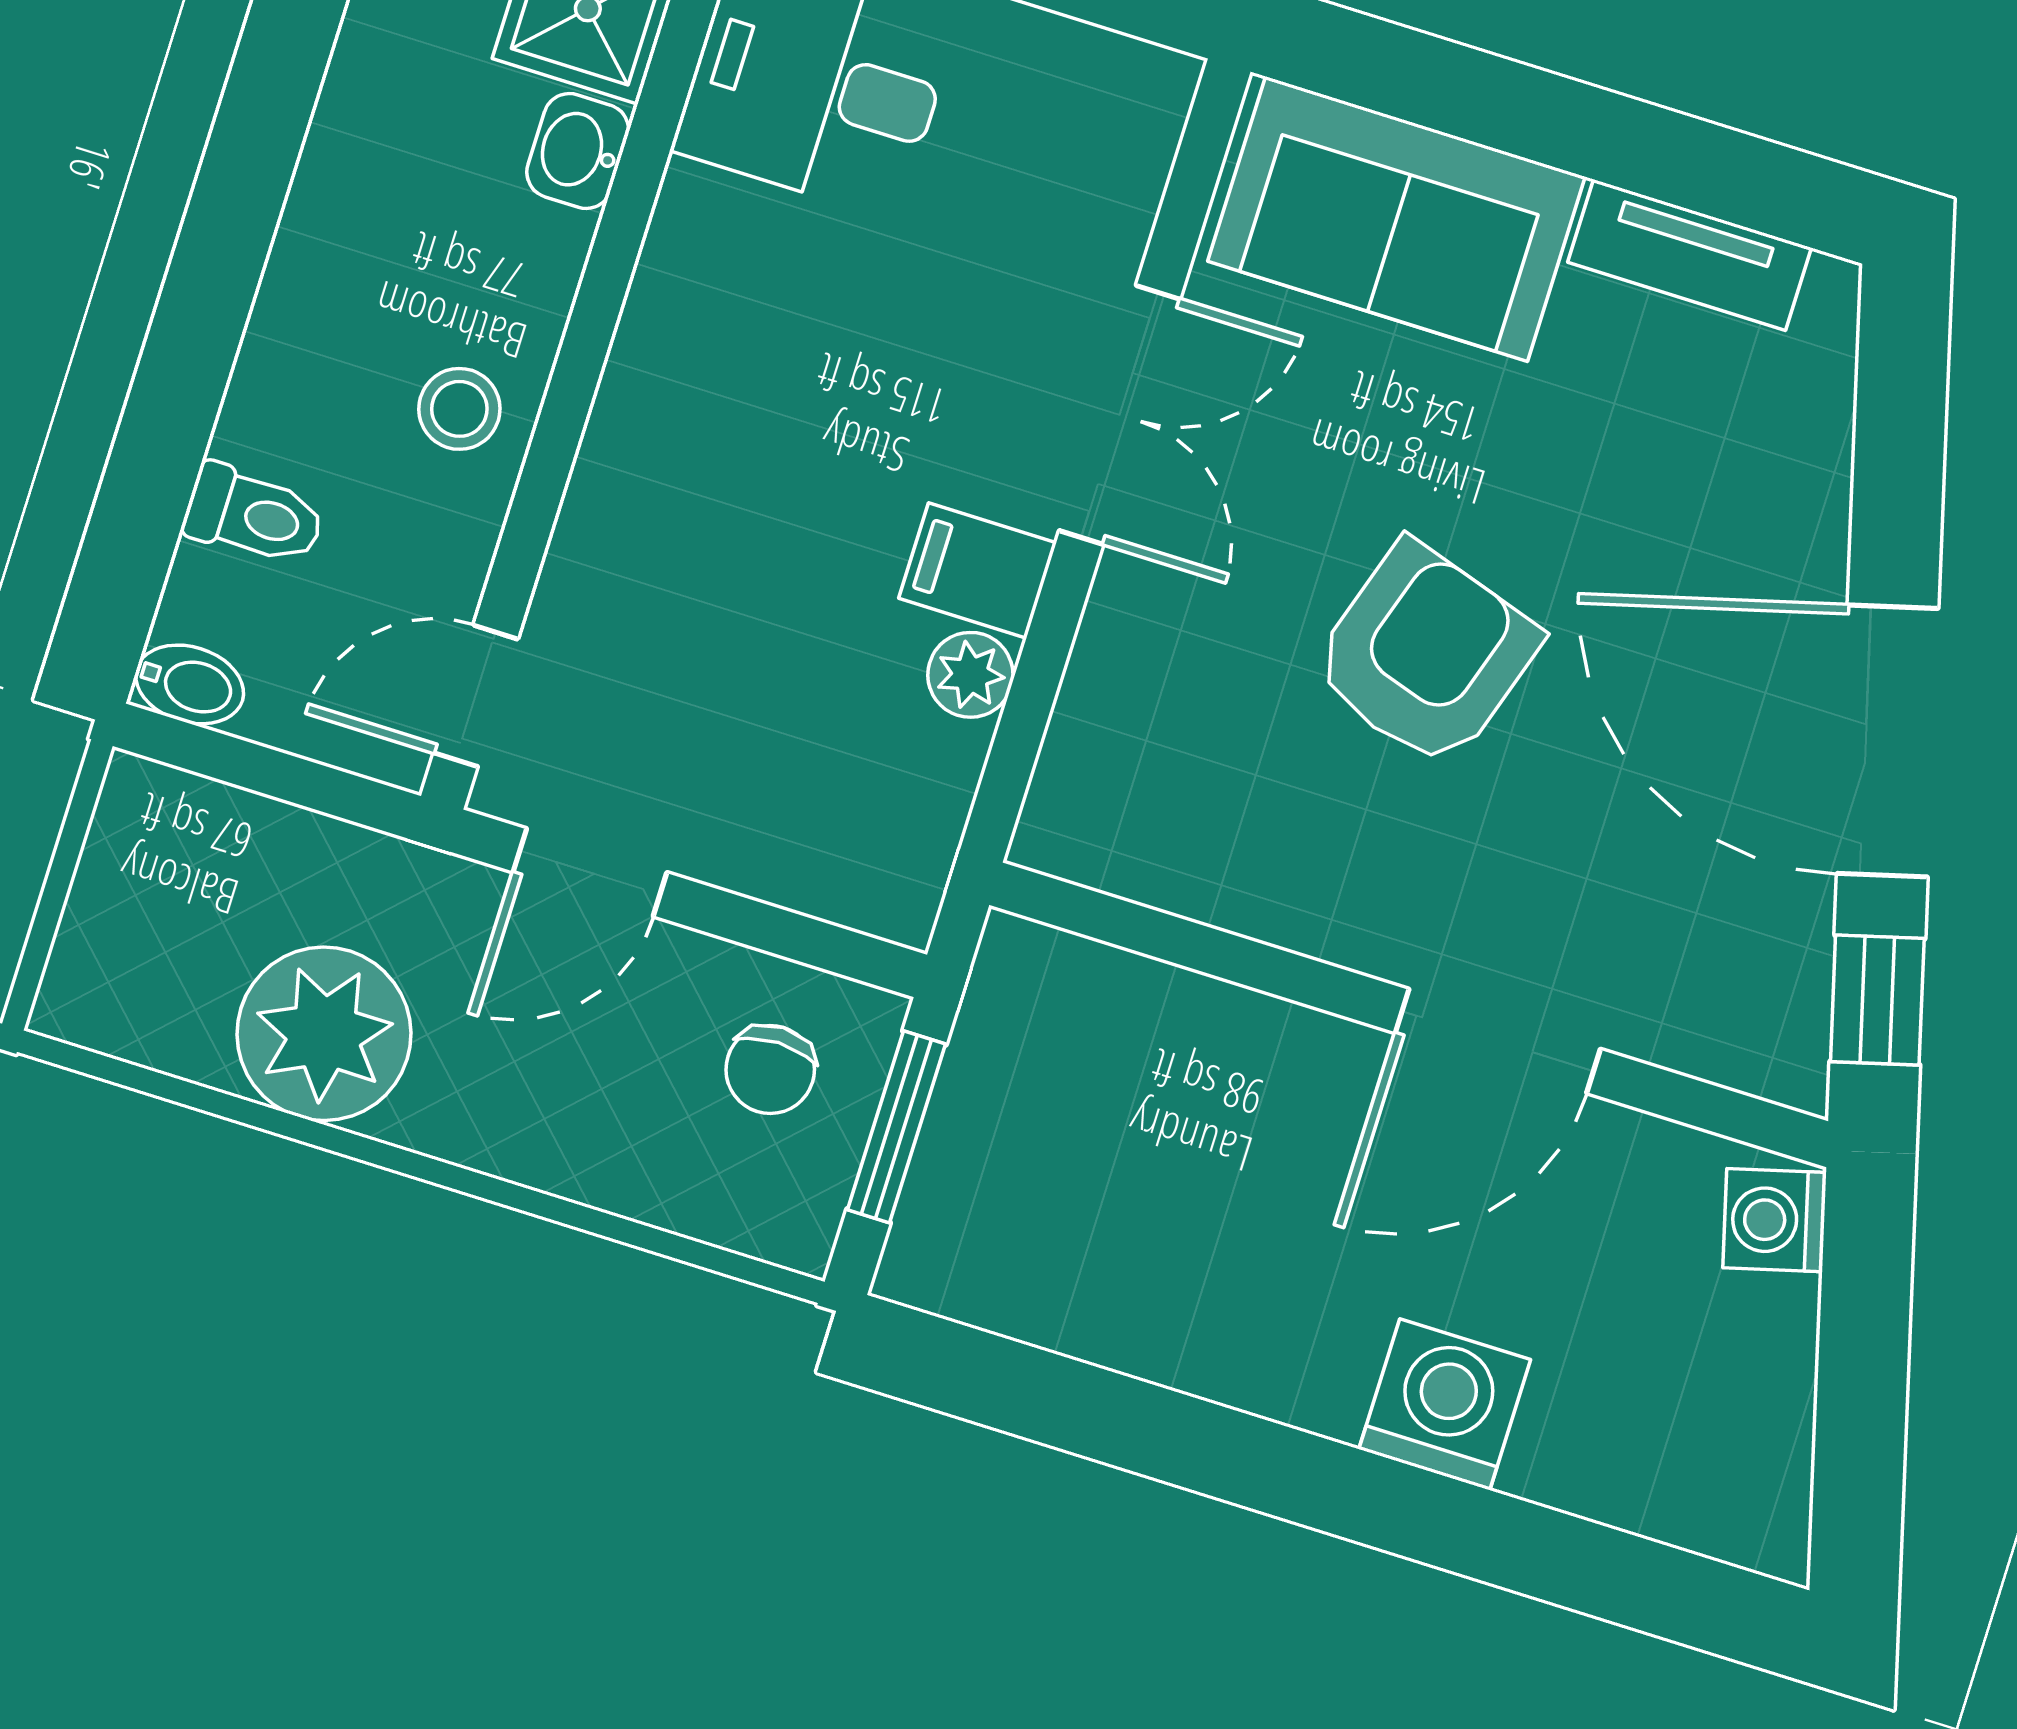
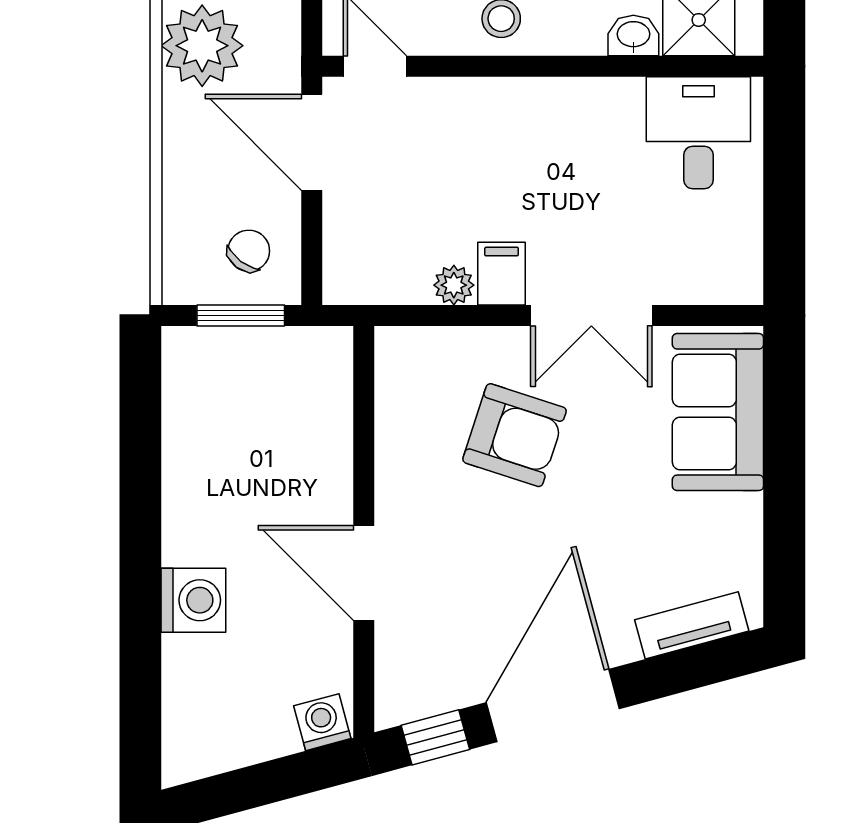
tv unit: (1690, 255) -> (692, 625), moved, turned 75
armchair: (1425, 655) -> (515, 435), moved
door: (590, 872) -> (312, 142), width x1.38
chair: (770, 1070) -> (249, 251), turned 127

